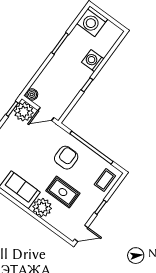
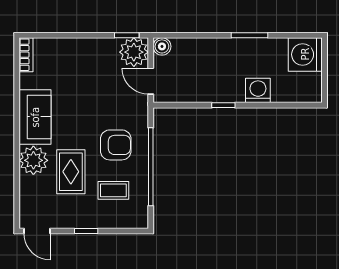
coffee table: (105, 180) -> (113, 190), moved

